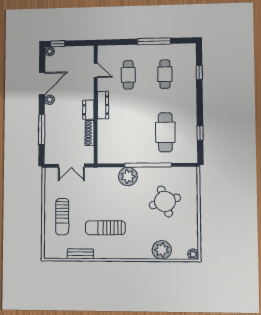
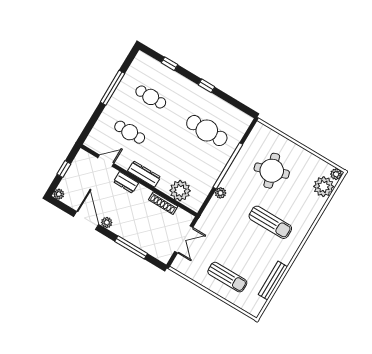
window: (58, 44) -> (64, 169), moved
dresser: (88, 110) -> (126, 182), moved
window: (200, 133) -> (206, 86), moved
plant: (107, 140) -> (180, 191), added
plant: (128, 176) -> (220, 193), width x0.53, depth x0.53
sun lounger: (105, 228) -> (270, 222), moved, turned -90
plant: (162, 250) -> (324, 187), moved
bench: (80, 254) -> (273, 281), width x1.36

